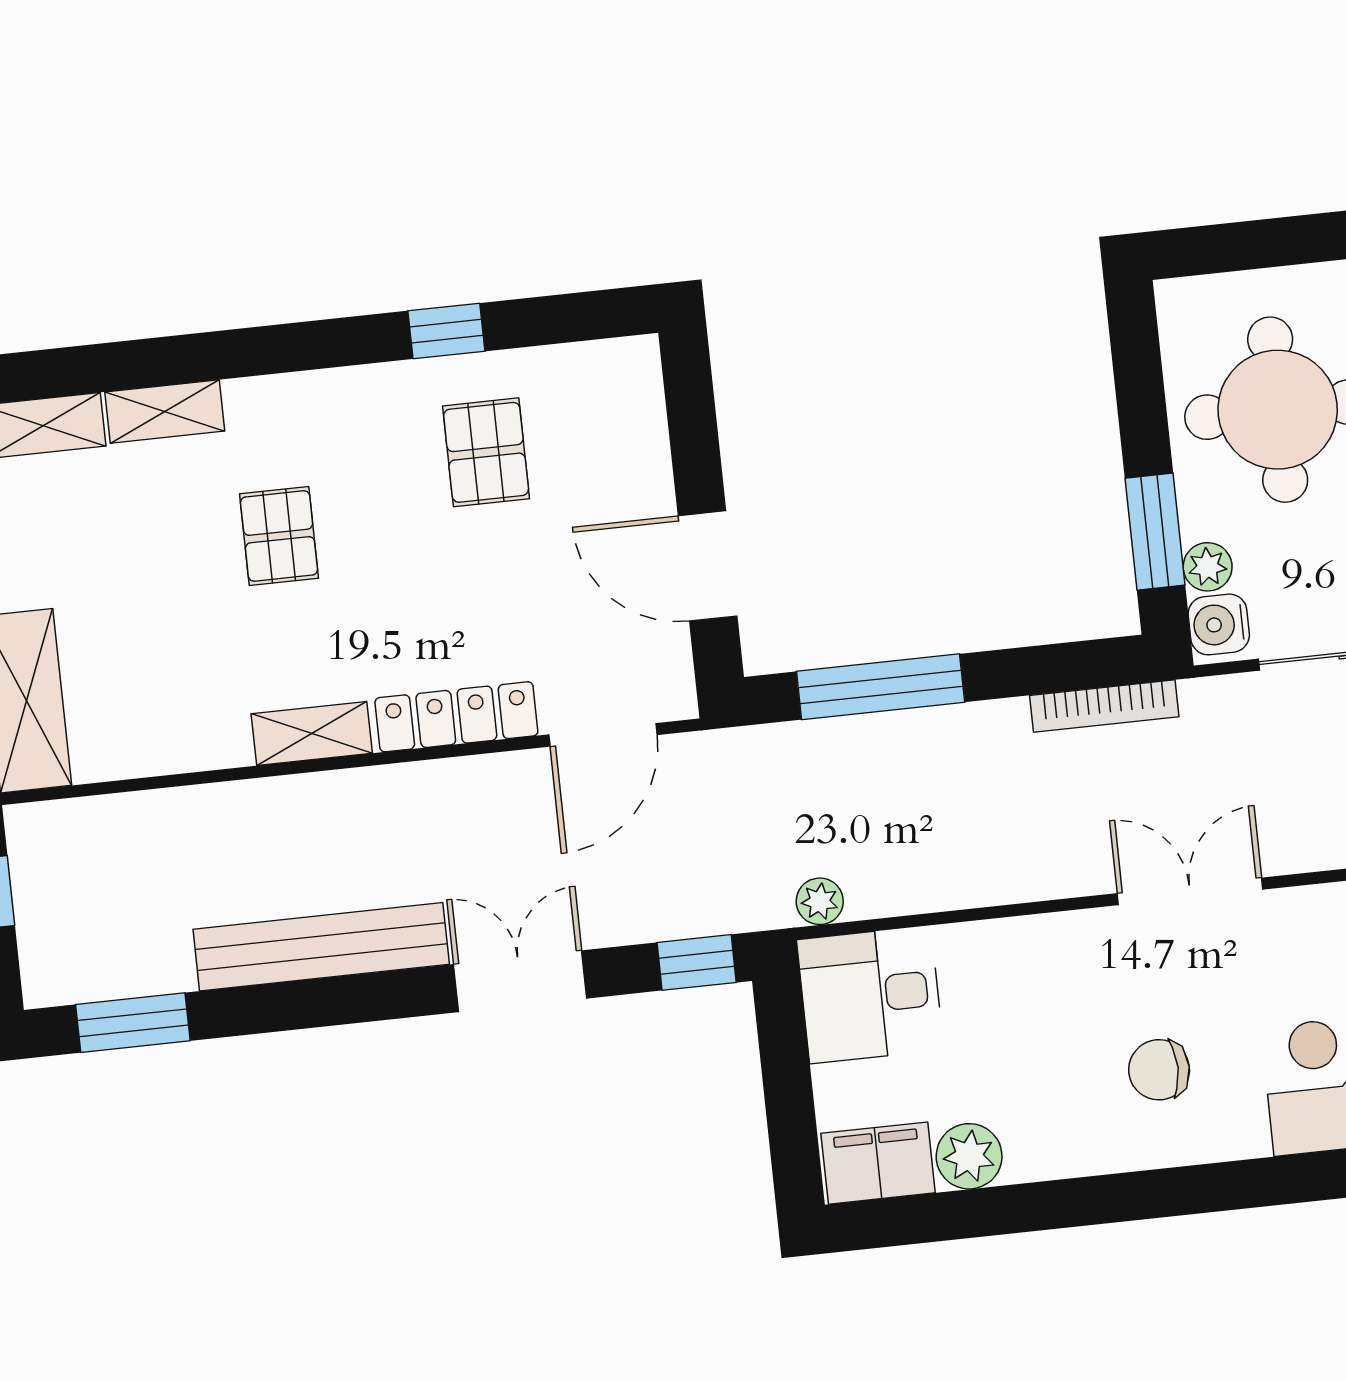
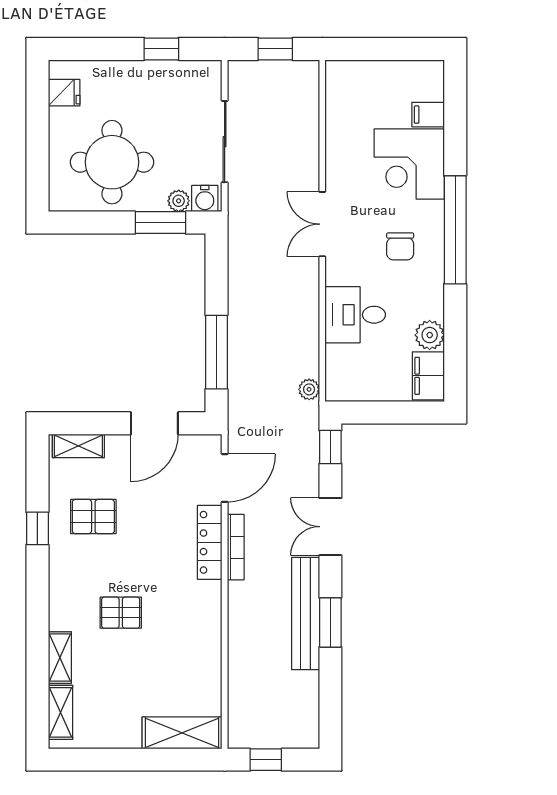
bookcase: (1104, 706) -> (236, 547), moved
shelving: (312, 734) -> (78, 446), moved, turned 90
door: (603, 735) -> (225, 478), hinge flipped
desk: (870, 995) -> (355, 315), moved, turned 90
window: (133, 1023) -> (330, 622), moved
window: (1209, 1188) -> (455, 230), added

